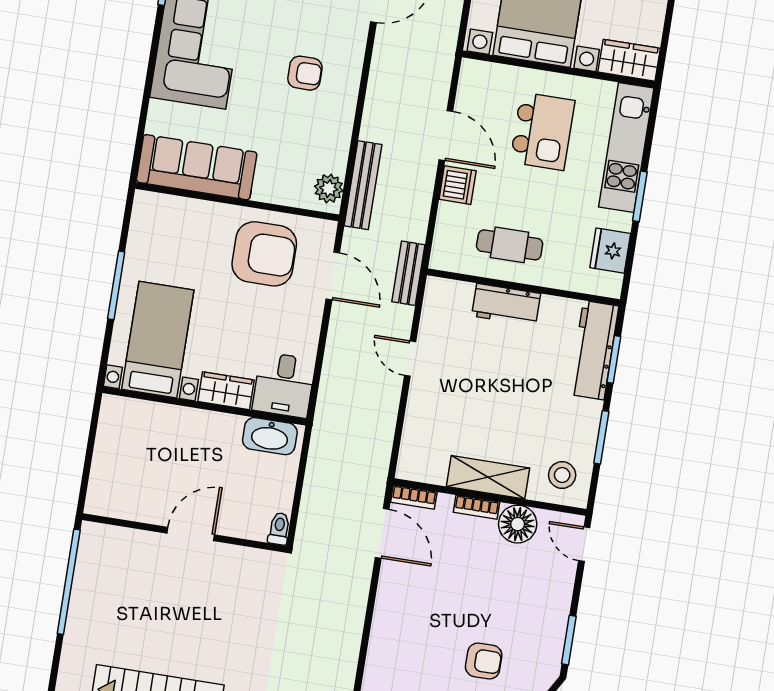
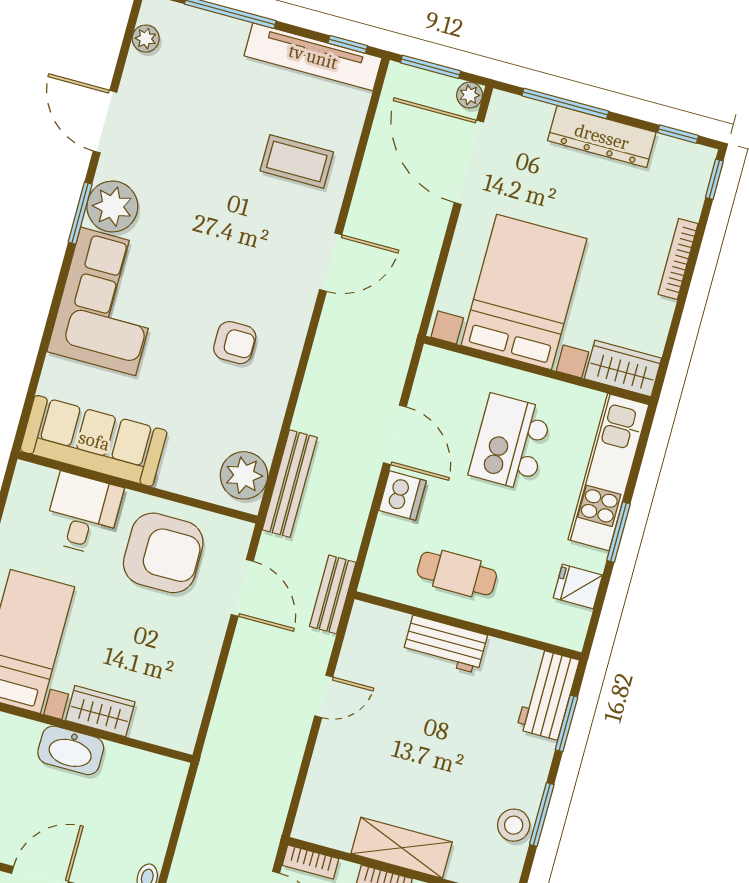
kitchen island: (542, 131) -> (510, 442), turned 180
plant: (329, 188) -> (244, 475), width x1.36, depth x1.36
fridge: (610, 251) -> (578, 587), width x0.72
workbench: (594, 350) -> (548, 695), width x0.73
door: (410, 359) -> (324, 696), swing flipped
desk: (284, 385) -> (83, 514), moved, turned 180
washbasin: (270, 436) -> (71, 750), moved
stool: (562, 475) -> (514, 825), moved

